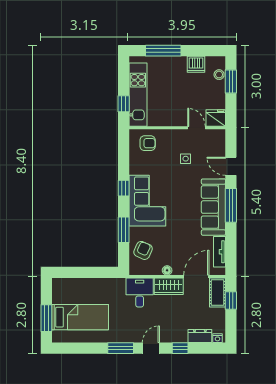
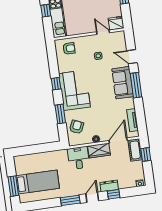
window: (124, 104) -> (46, 11), moved
sofa: (213, 207) -> (123, 83), width x0.73
dresser: (200, 336) -> (109, 186), moved

